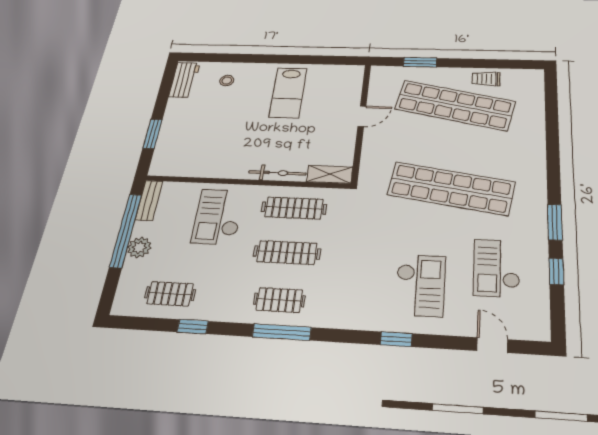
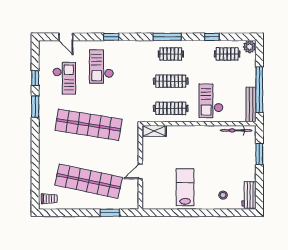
trolley: (486, 79) -> (49, 199), moved
bicycle: (277, 173) -> (236, 130), moved
bench: (149, 200) -> (251, 105), width x1.36
checkout: (218, 217) -> (211, 101), turned 180
plant: (139, 247) -> (249, 47), moved

